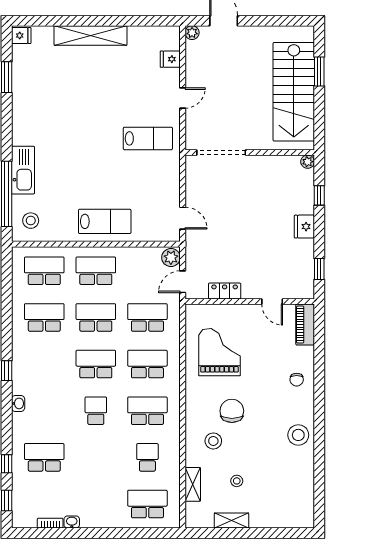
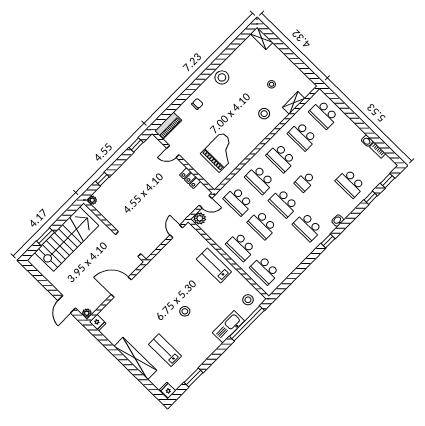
fridge: (170, 59) -> (98, 323), moved
door: (183, 98) -> (121, 287), width x1.88
lab bench: (148, 138) -> (165, 350), moved
stool: (87, 140) -> (185, 311), added
fridge: (304, 227) -> (123, 172), removed
door: (272, 301) -> (173, 152), swing flipped
school desk: (44, 317) -> (307, 227), moved
grand piano: (219, 352) -> (221, 152), turned 180
chair: (232, 411) -> (242, 119), removed
school desk: (147, 457) -> (302, 136), width x1.85
shelving: (231, 521) -> (262, 38), moved

